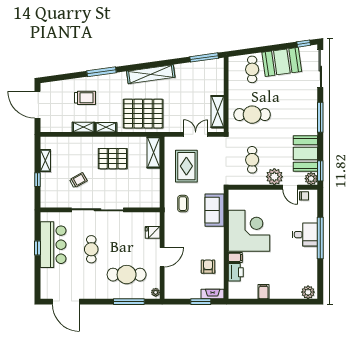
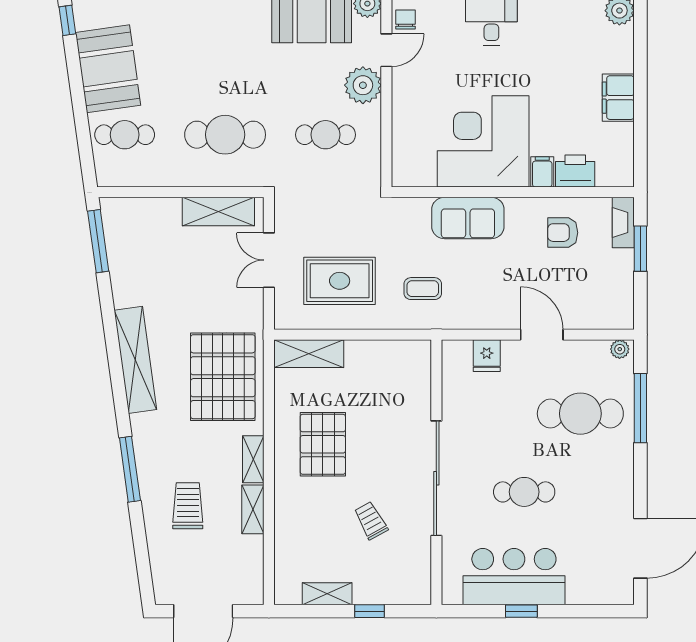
cafe table: (252, 115) -> (225, 135), turned 90
sofa: (215, 210) -> (468, 218), moved
cafe table: (127, 275) -> (580, 414), turned 90
filing cabinet: (263, 292) -> (618, 98), width x2.00

